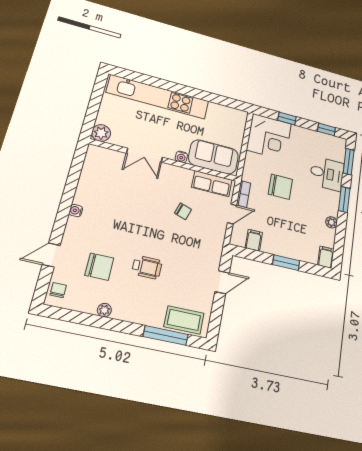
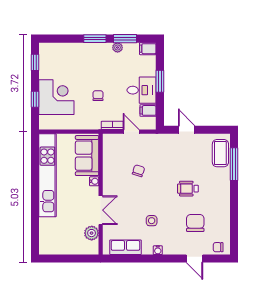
kitchen unit: (158, 97) -> (47, 175), moved
plant: (101, 133) -> (92, 233), moved
corner desk: (269, 137) -> (56, 97), moved
window: (349, 162) -> (125, 39), moved
desk: (327, 174) -> (142, 90), moved, turned 90
row of seats: (212, 184) -> (126, 247), moved, turned -90
chair: (280, 187) -> (98, 96), width x0.54, depth x0.54
side table: (116, 212) -> (152, 221), added
wheelchair: (147, 267) -> (188, 189), turned -90
plant: (104, 310) -> (225, 212), removed

